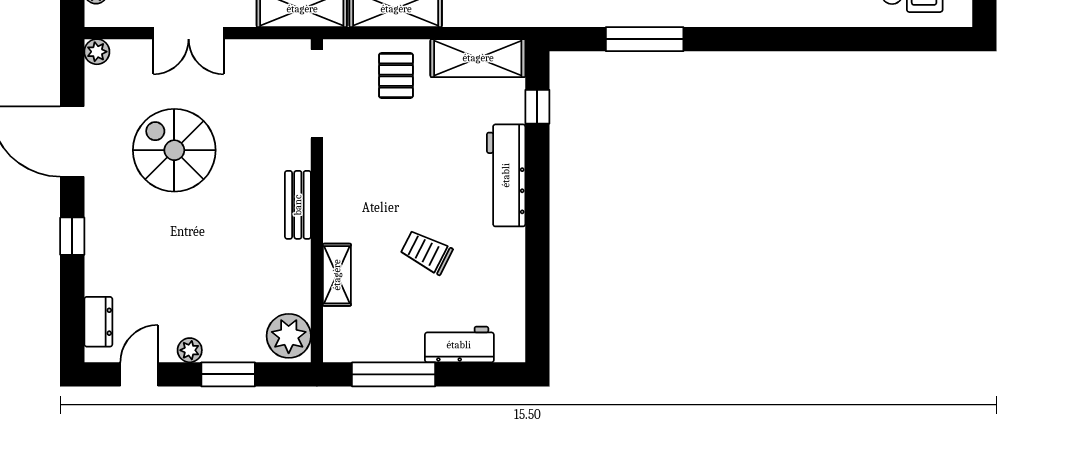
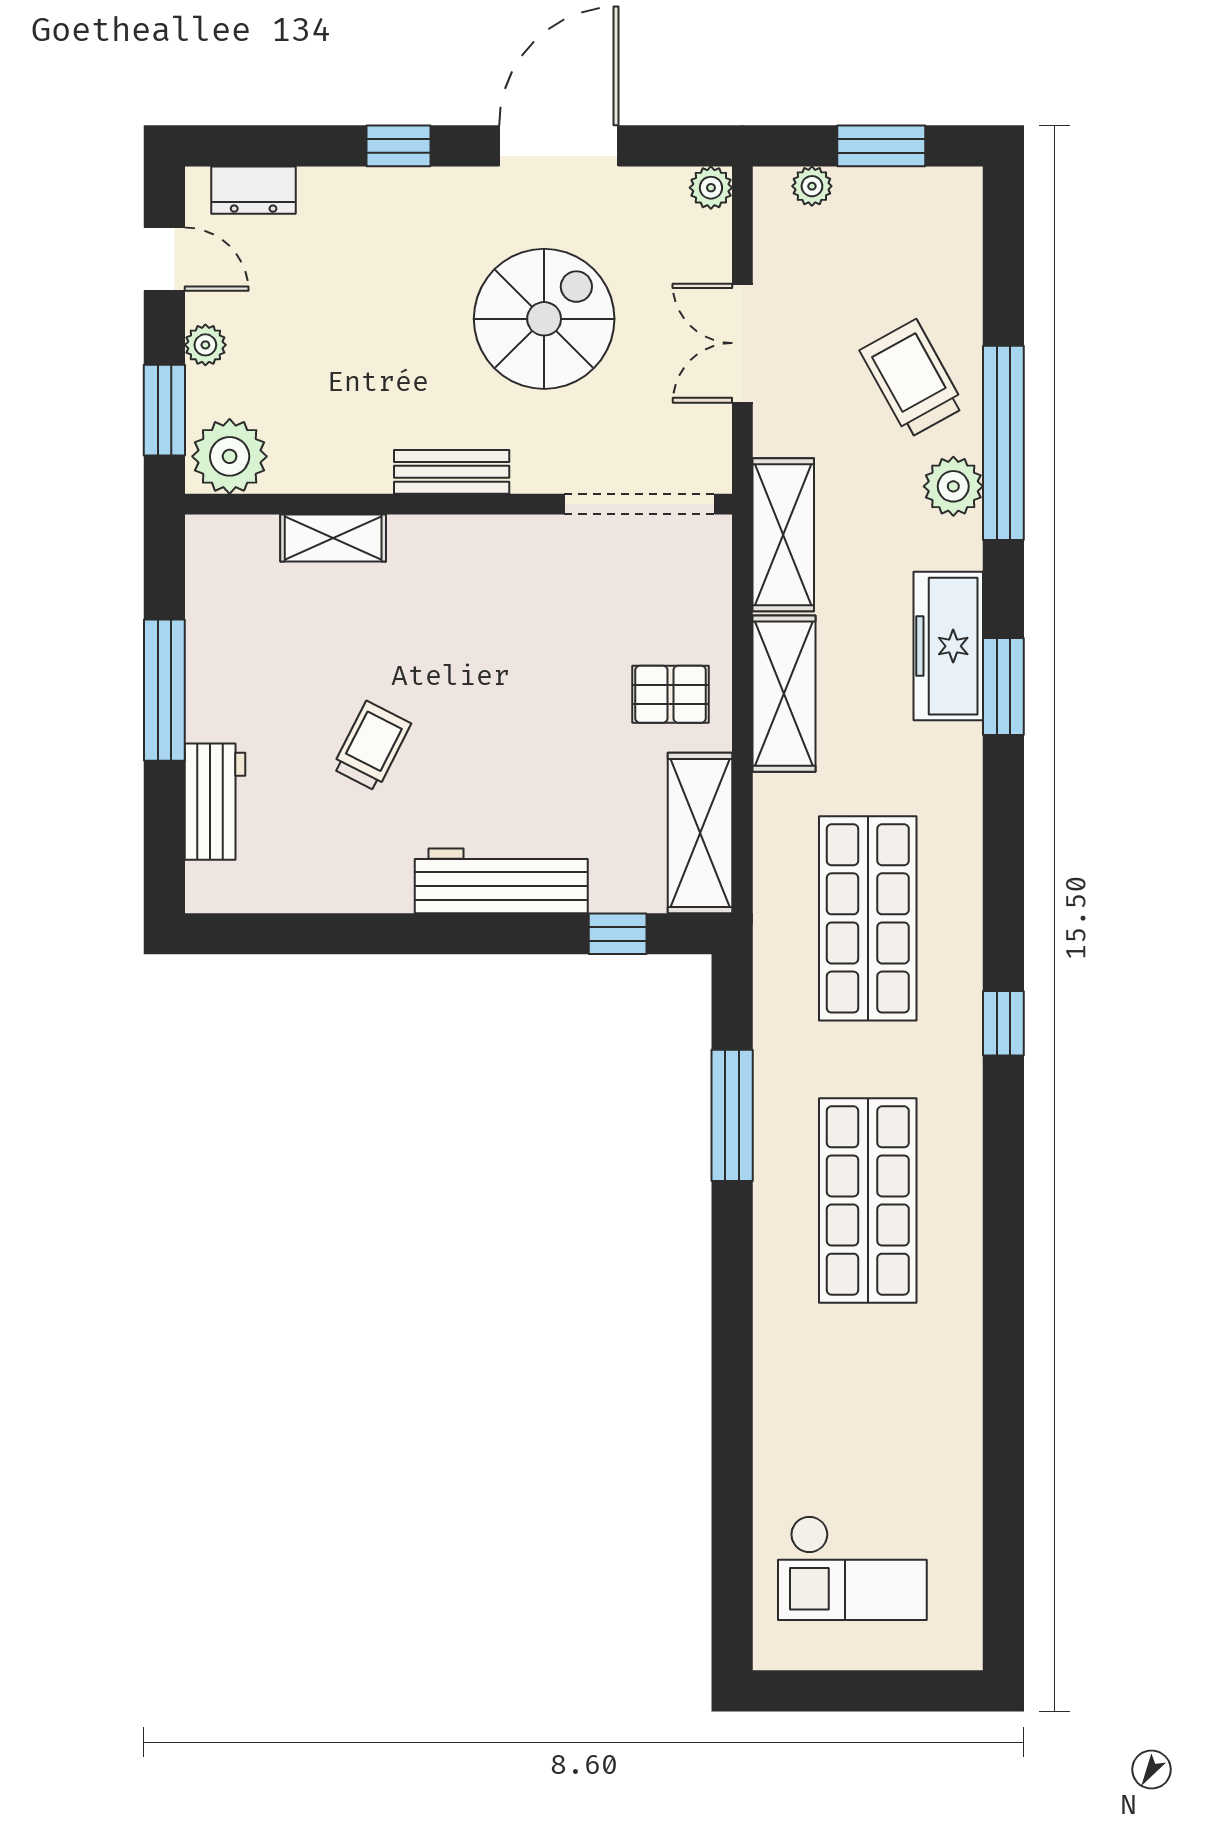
doorway: (317, 94) -> (640, 504), moved
wall: (317, 201) -> (459, 504), moved
bench: (298, 205) -> (452, 472), moved
shelving: (337, 275) -> (333, 538), moved
plant: (289, 336) -> (230, 456), moved

